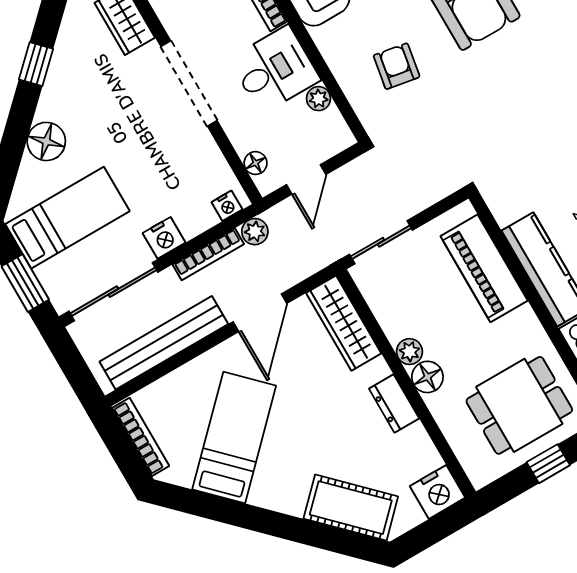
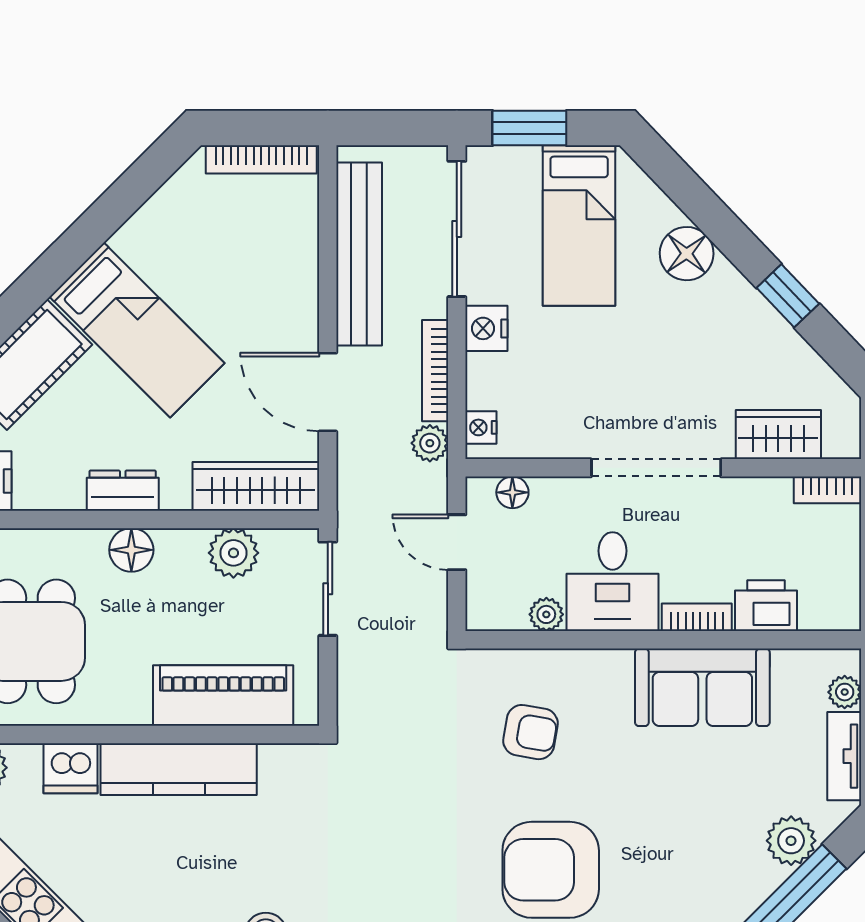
plant: (409, 352) -> (233, 553), moved, width x1.38, depth x1.38
bed: (234, 438) -> (137, 330), moved

